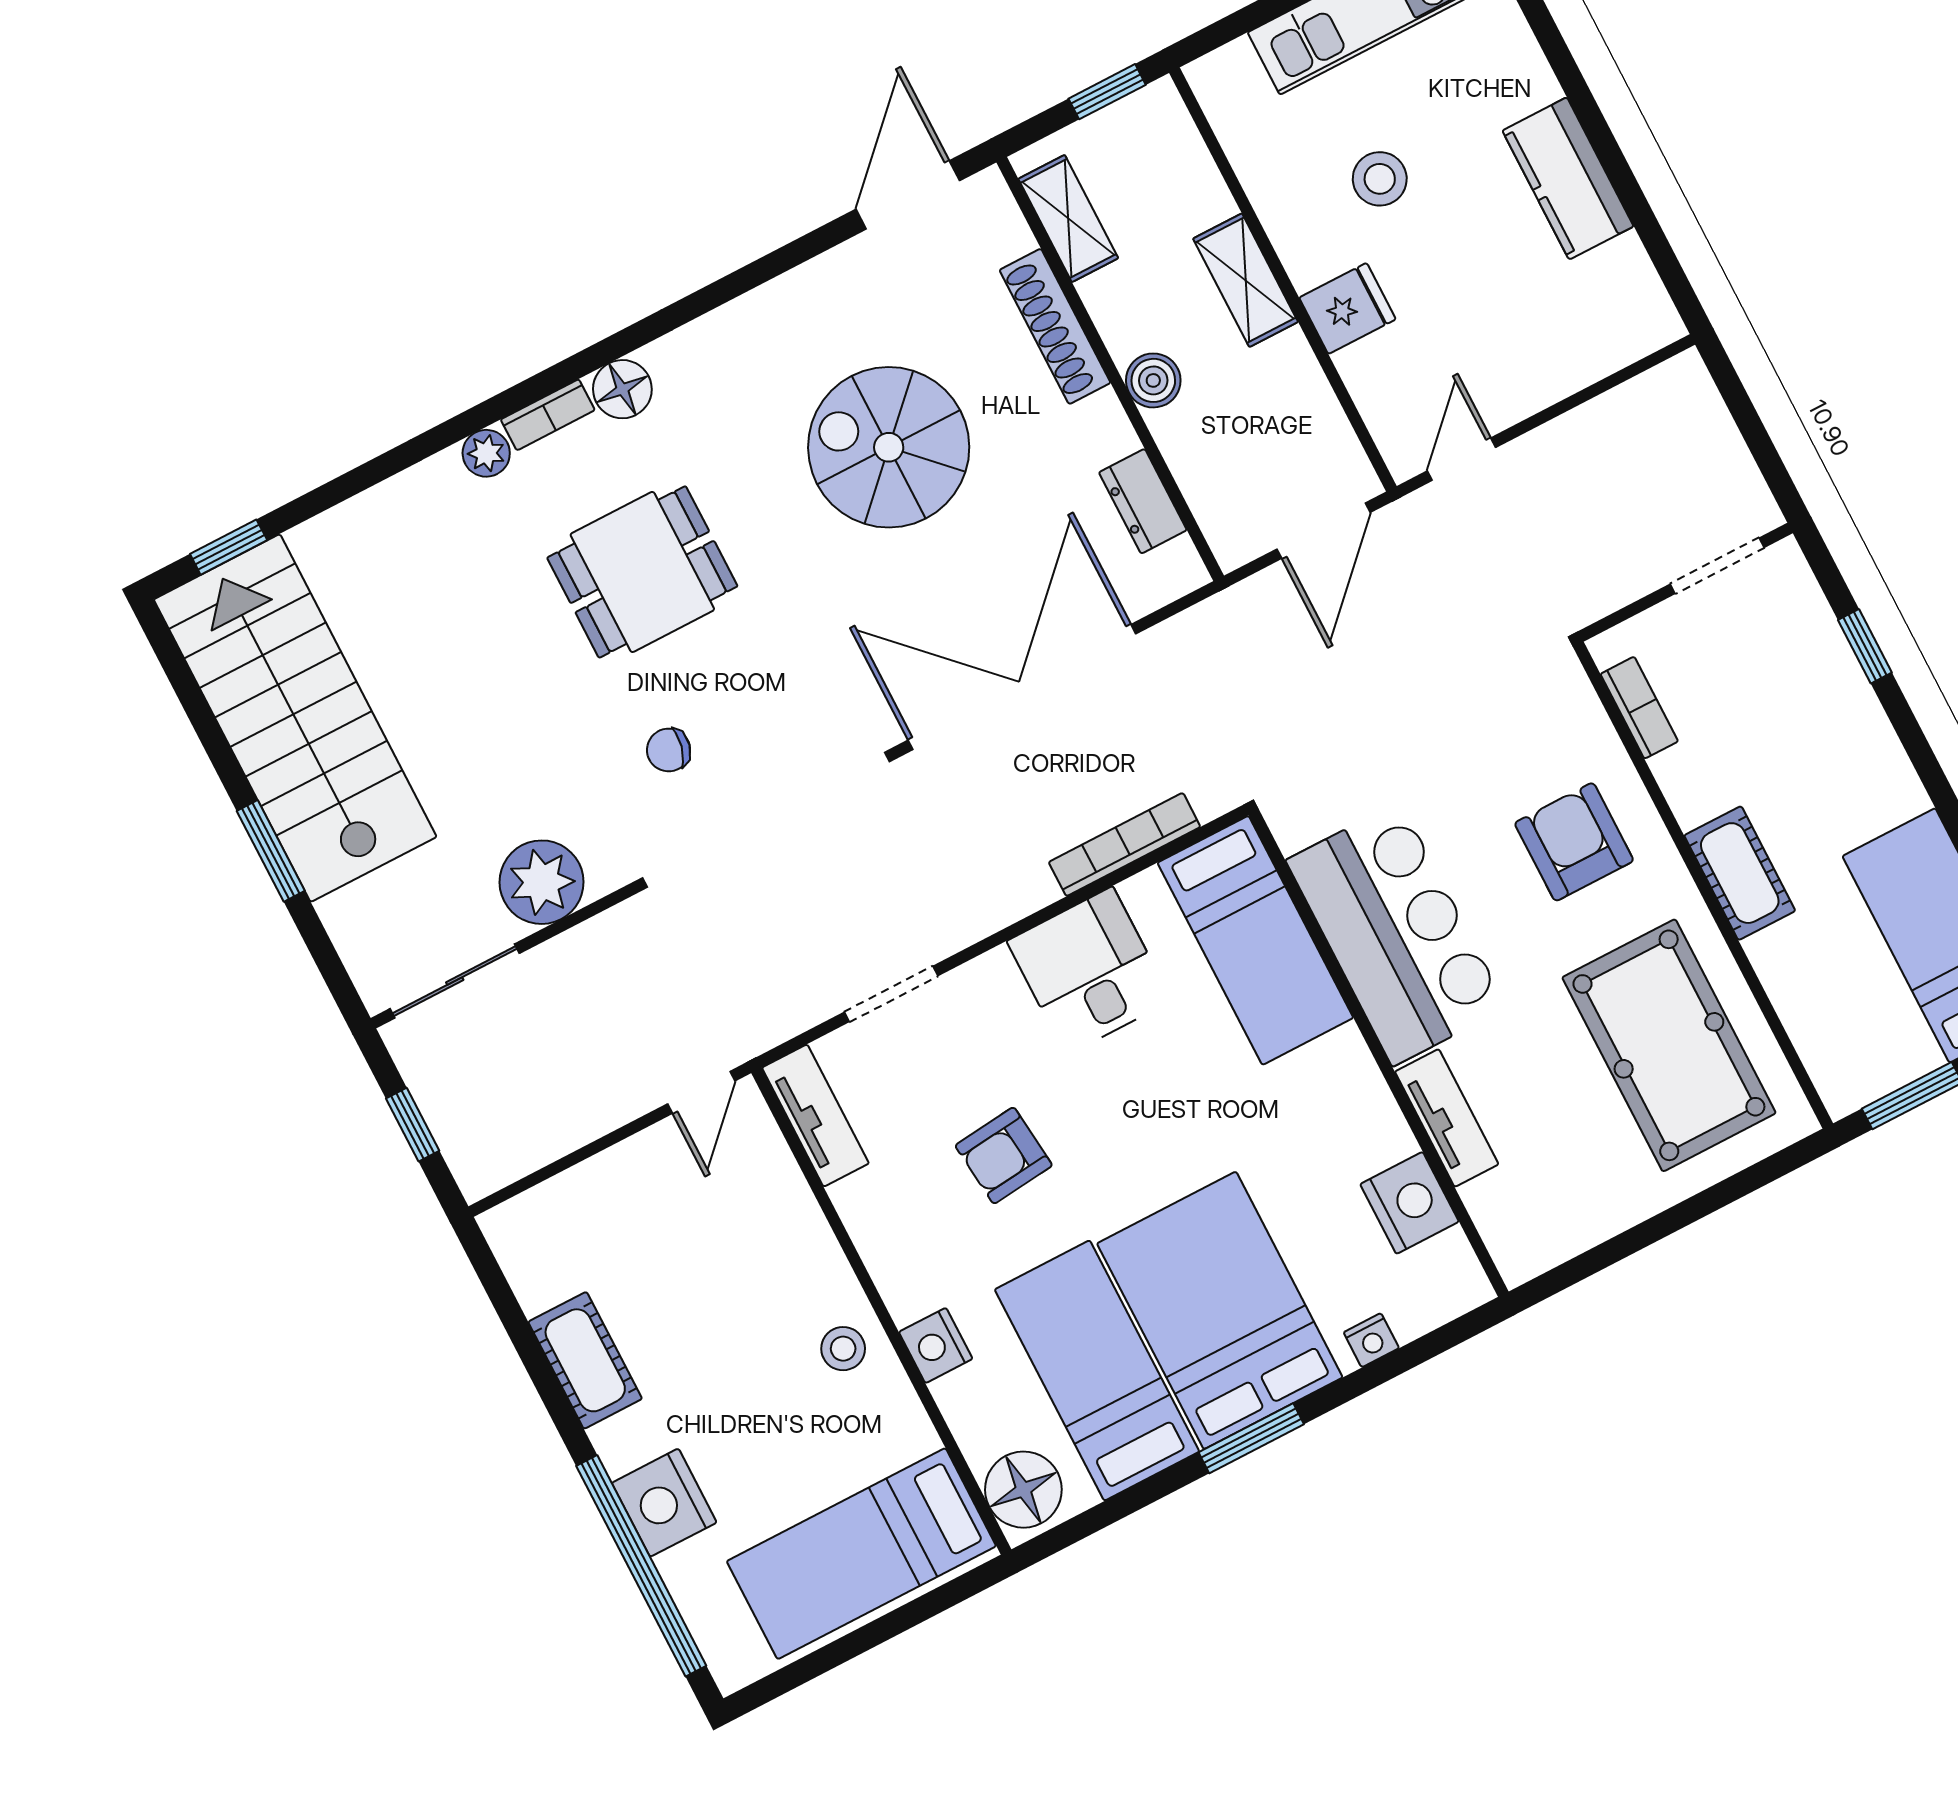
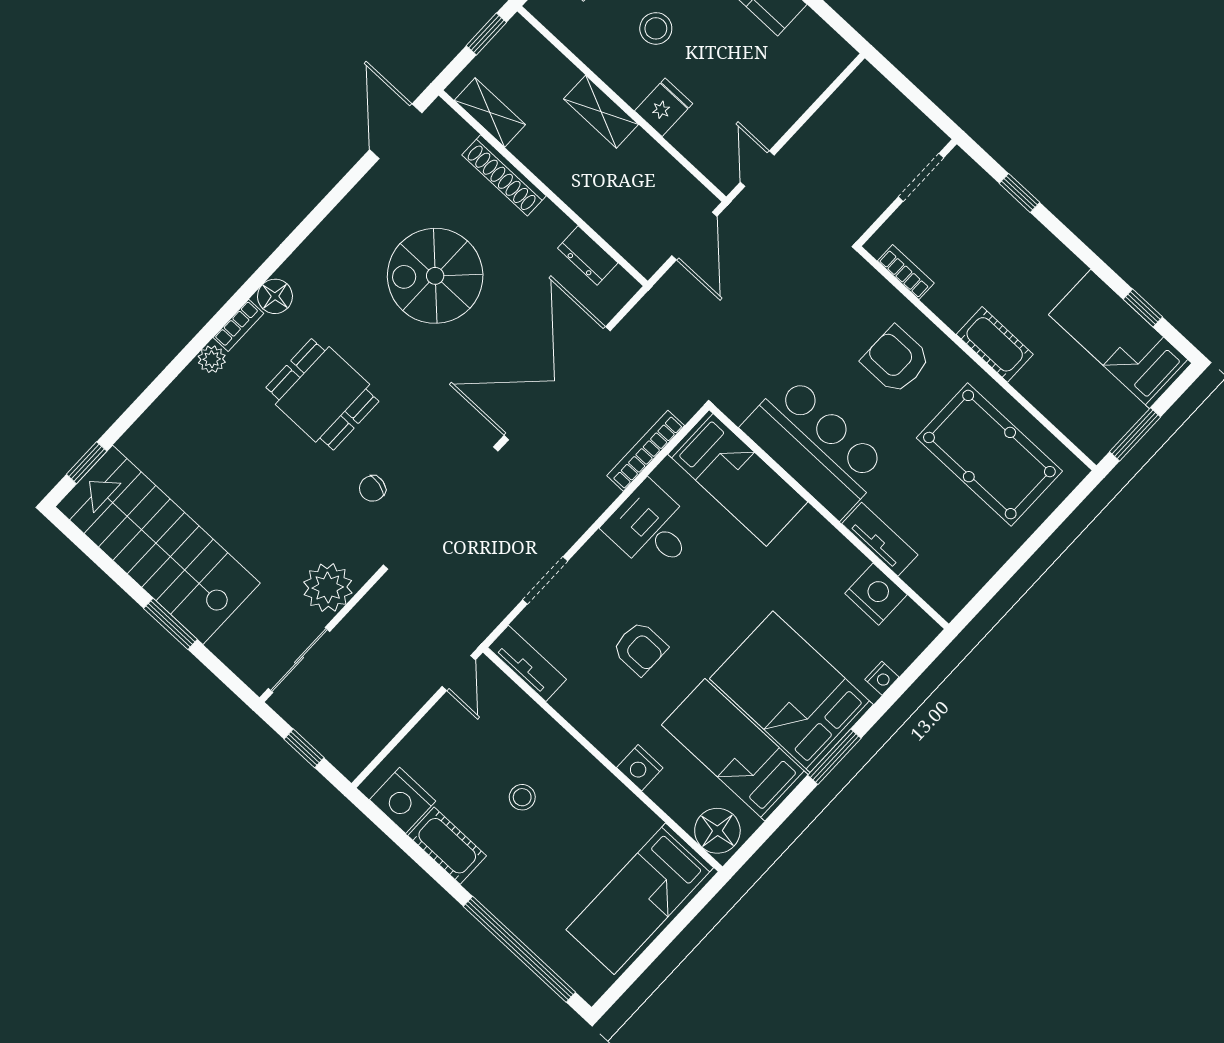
boiler: (1153, 380) -> (570, 186), removed
dining table: (642, 572) -> (322, 394), turned 90
armchair: (1004, 1155) -> (640, 648), turned -84
stool: (843, 1349) -> (522, 797), moved
nightstand: (664, 1503) -> (403, 800), moved

